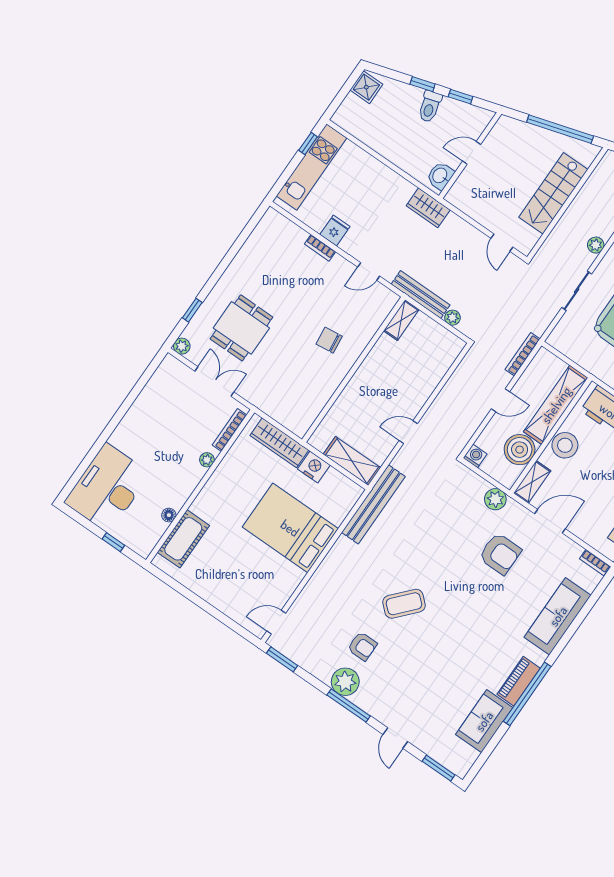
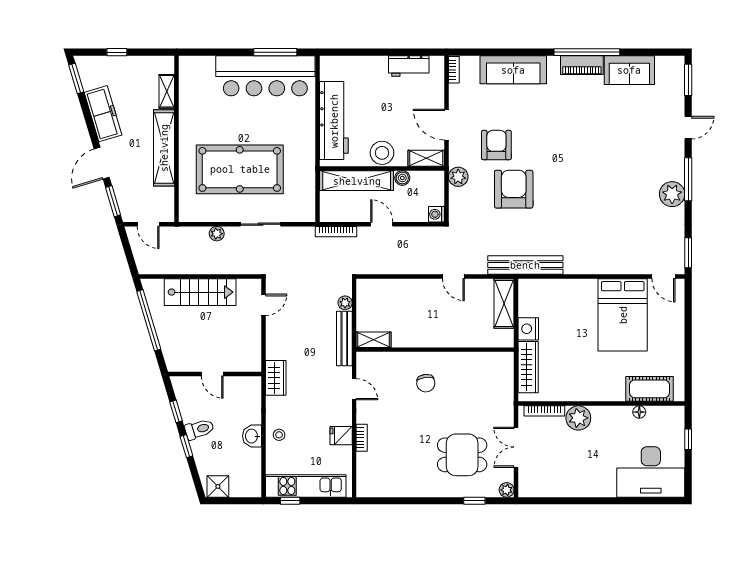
stool: (375, 175) -> (279, 435), added
washbasin: (440, 176) -> (252, 436), moved, turned 90
boiler: (520, 450) -> (402, 178), width x0.54, depth x0.54
plant: (207, 460) -> (578, 418), width x1.88, depth x1.88
bed: (290, 528) -> (623, 315), moved
coffee table: (404, 604) -> (584, 191), removed
armchair: (362, 646) -> (514, 189), moved, width x1.88, depth x1.88

